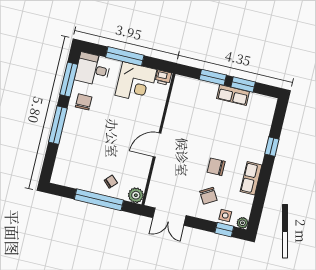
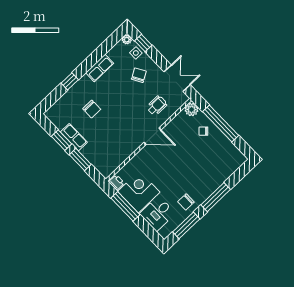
window: (125, 56) -> (125, 206), moved
desk: (93, 69) -> (158, 214), moved, turned 90
chair: (216, 167) -> (92, 109), moved
wheelchair: (172, 177) -> (157, 106), added

